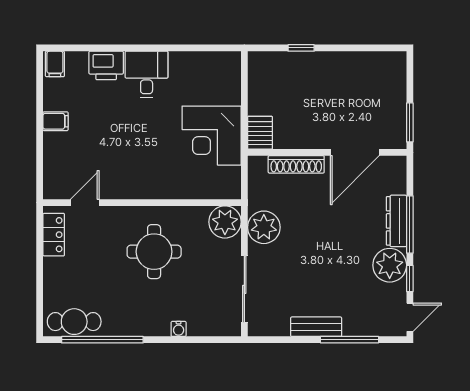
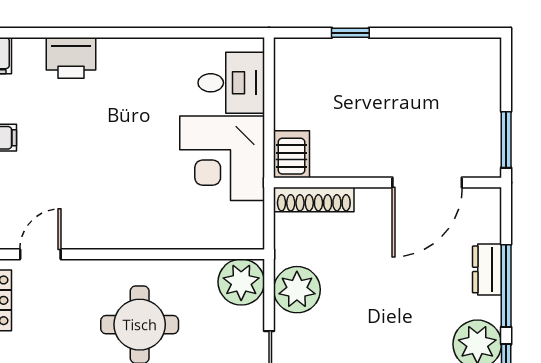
desk: (147, 74) -> (231, 83), moved, turned 90
shoe rack: (296, 164) -> (314, 200), moved
dresser: (396, 221) -> (487, 269), width x0.70

